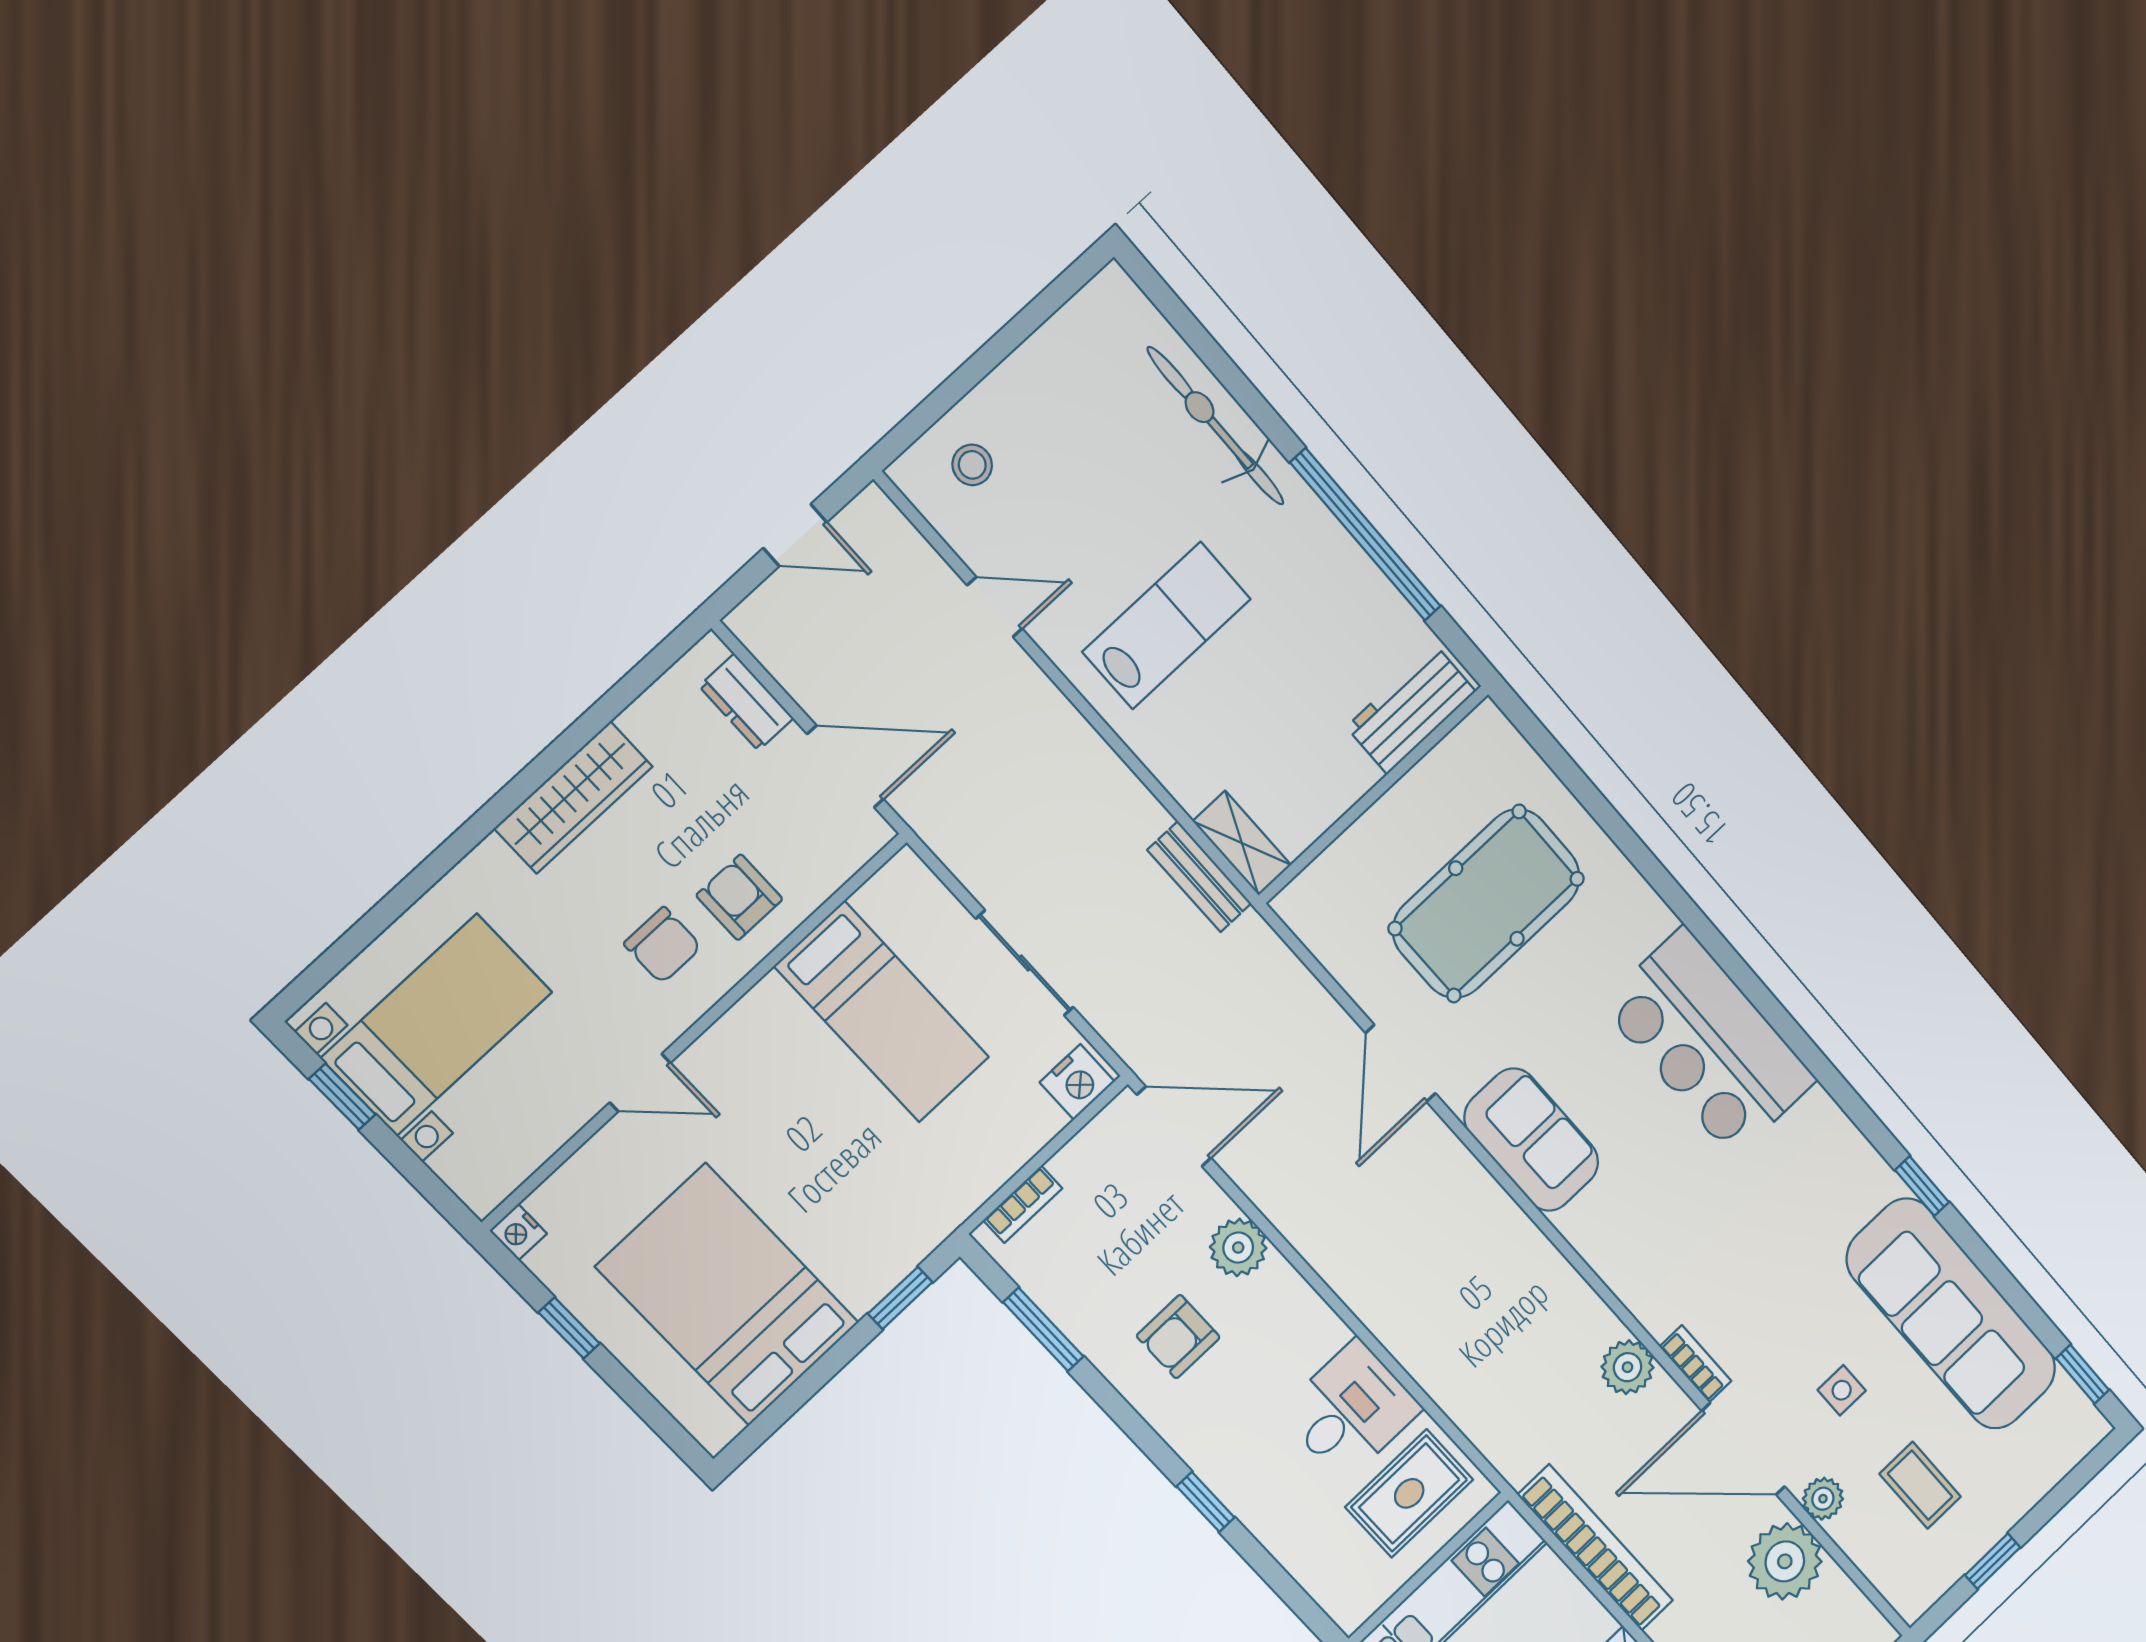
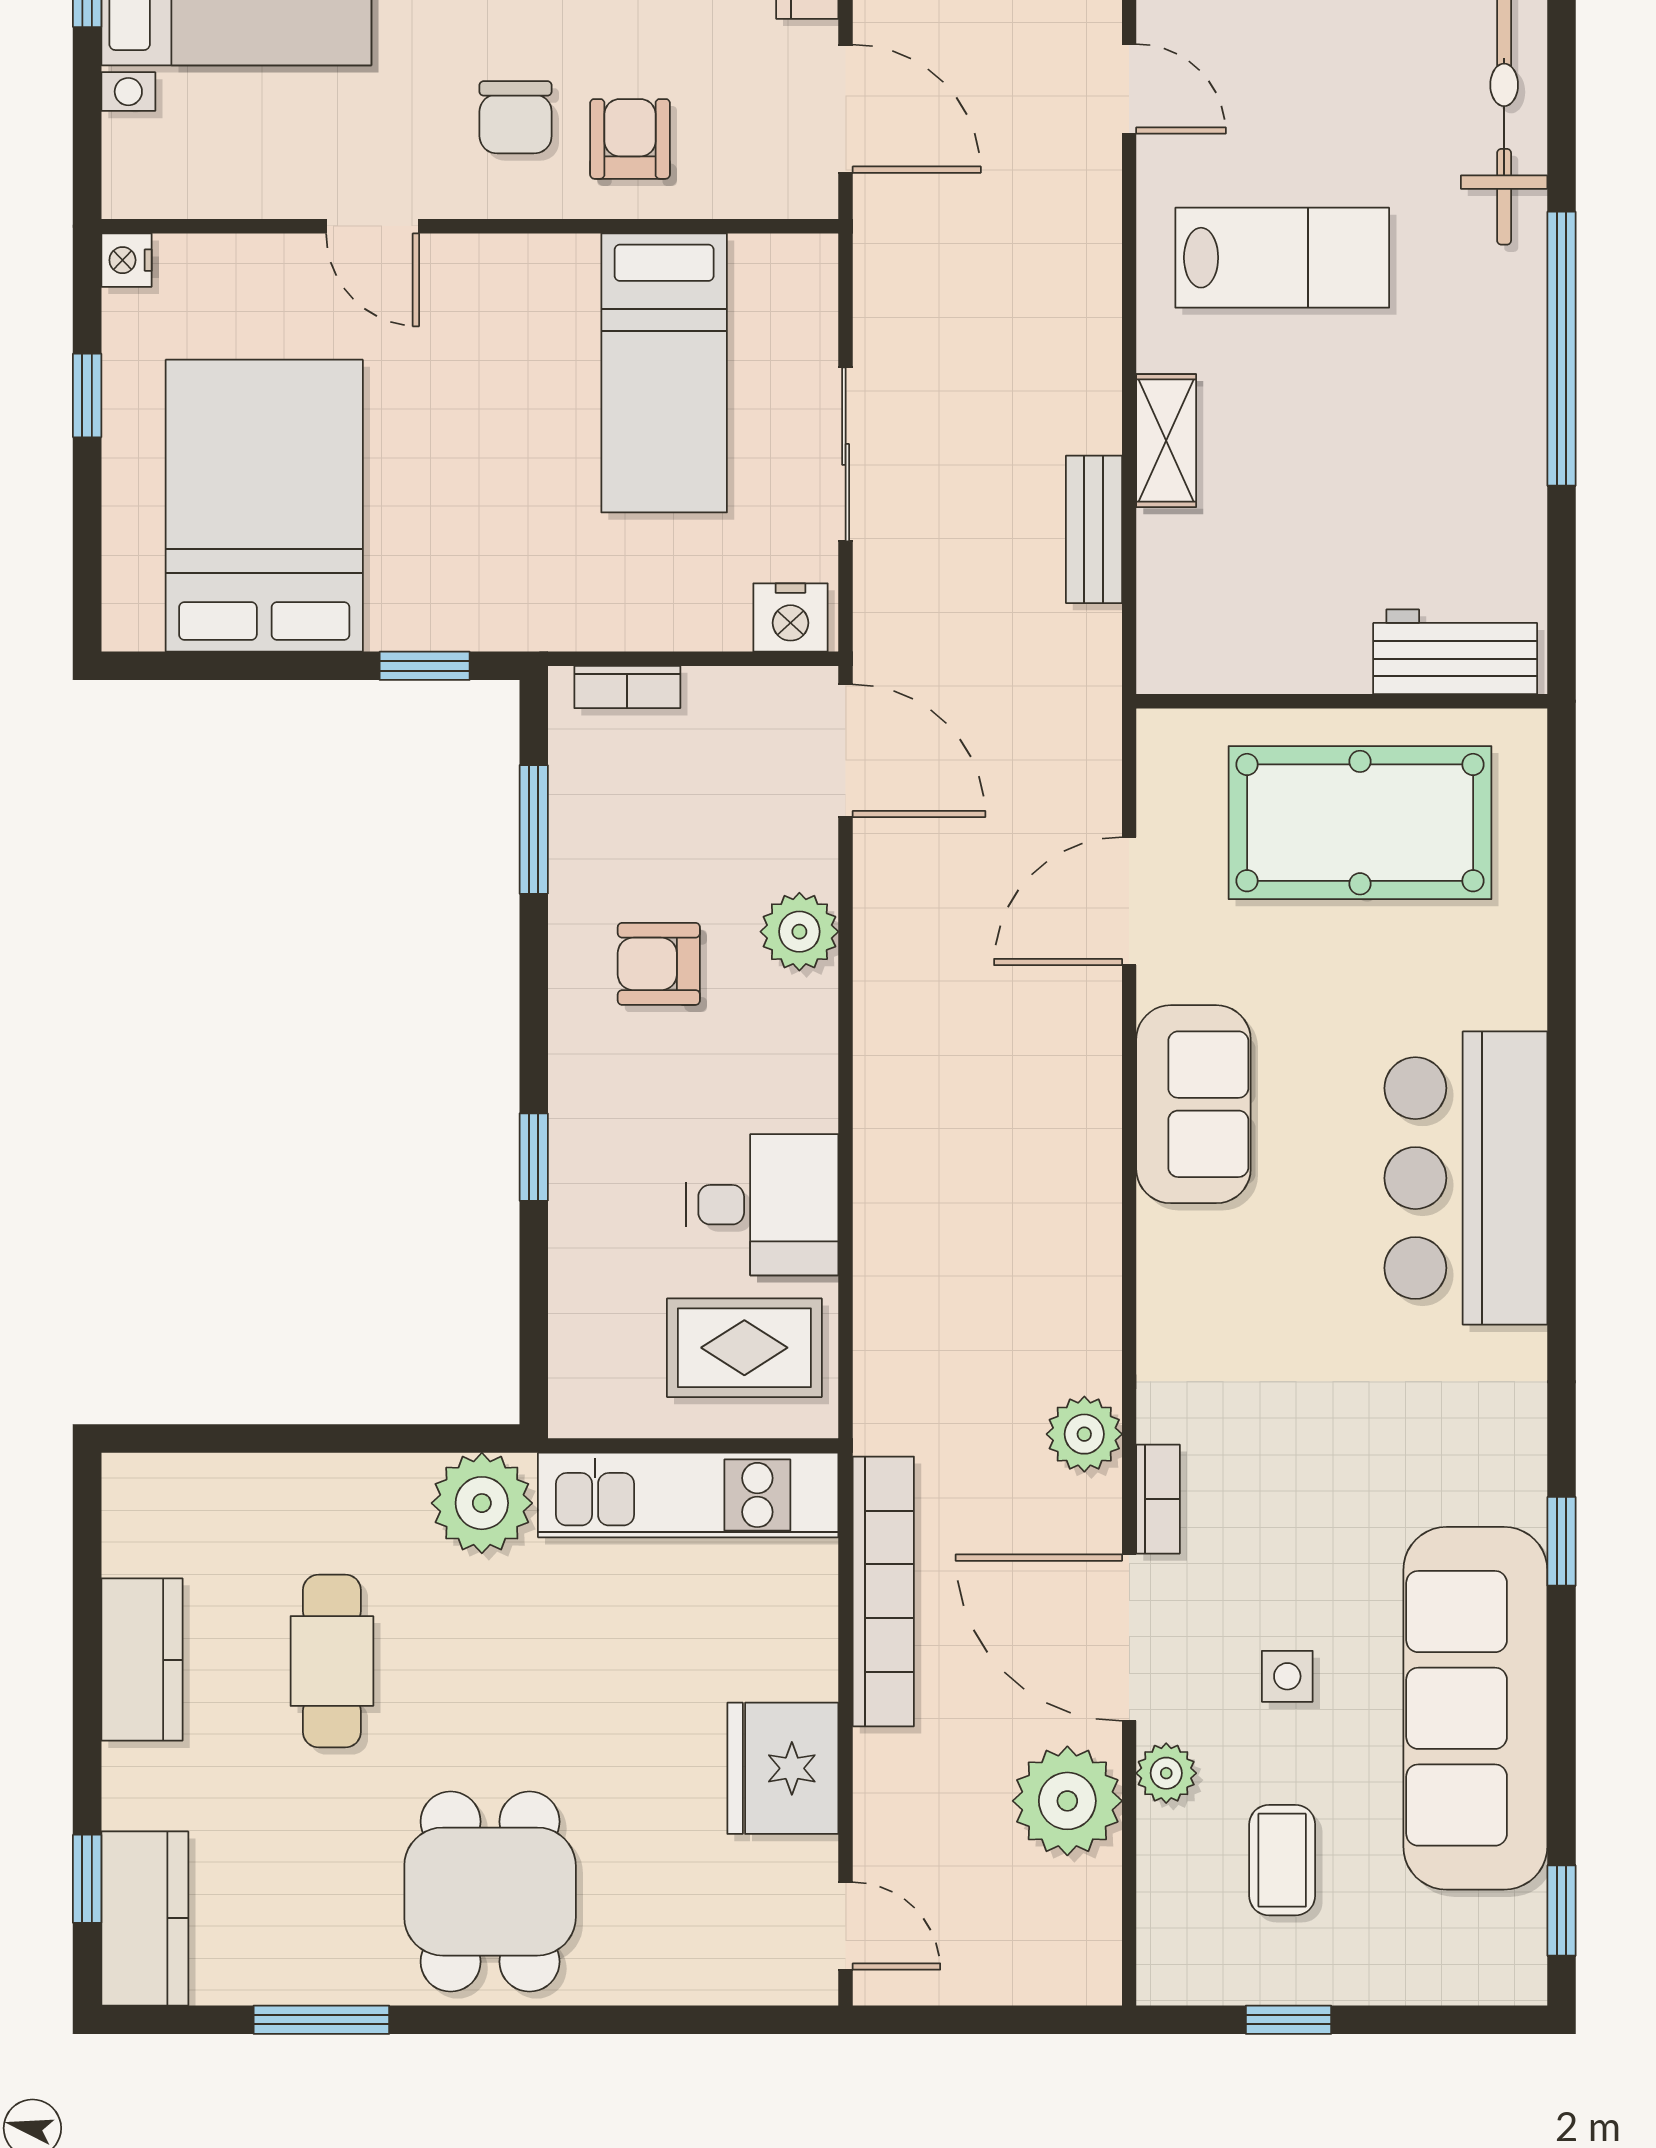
workbench: (1411, 709) -> (1455, 652), moved
wall: (1374, 795) -> (1342, 701), moved
shelving: (1242, 843) -> (1166, 441), moved

